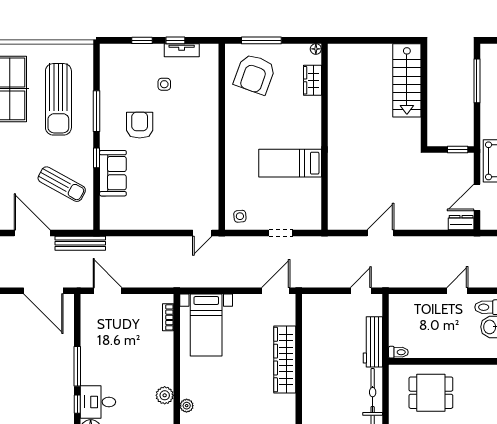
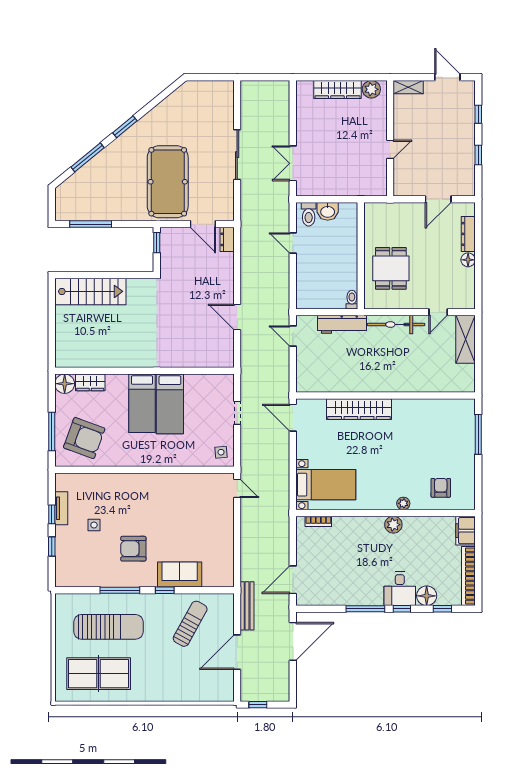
floor lamp: (316, 49) -> (65, 384), width x1.89, depth x1.89
bed: (291, 134) -> (142, 403), added

